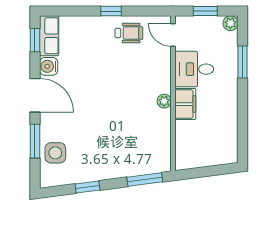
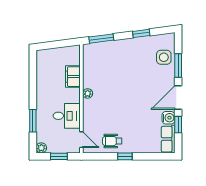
window: (35, 40) -> (178, 125), moved
door: (35, 95) -> (178, 98), hinge flipped
filing cabinet: (185, 104) -> (73, 77), moved

